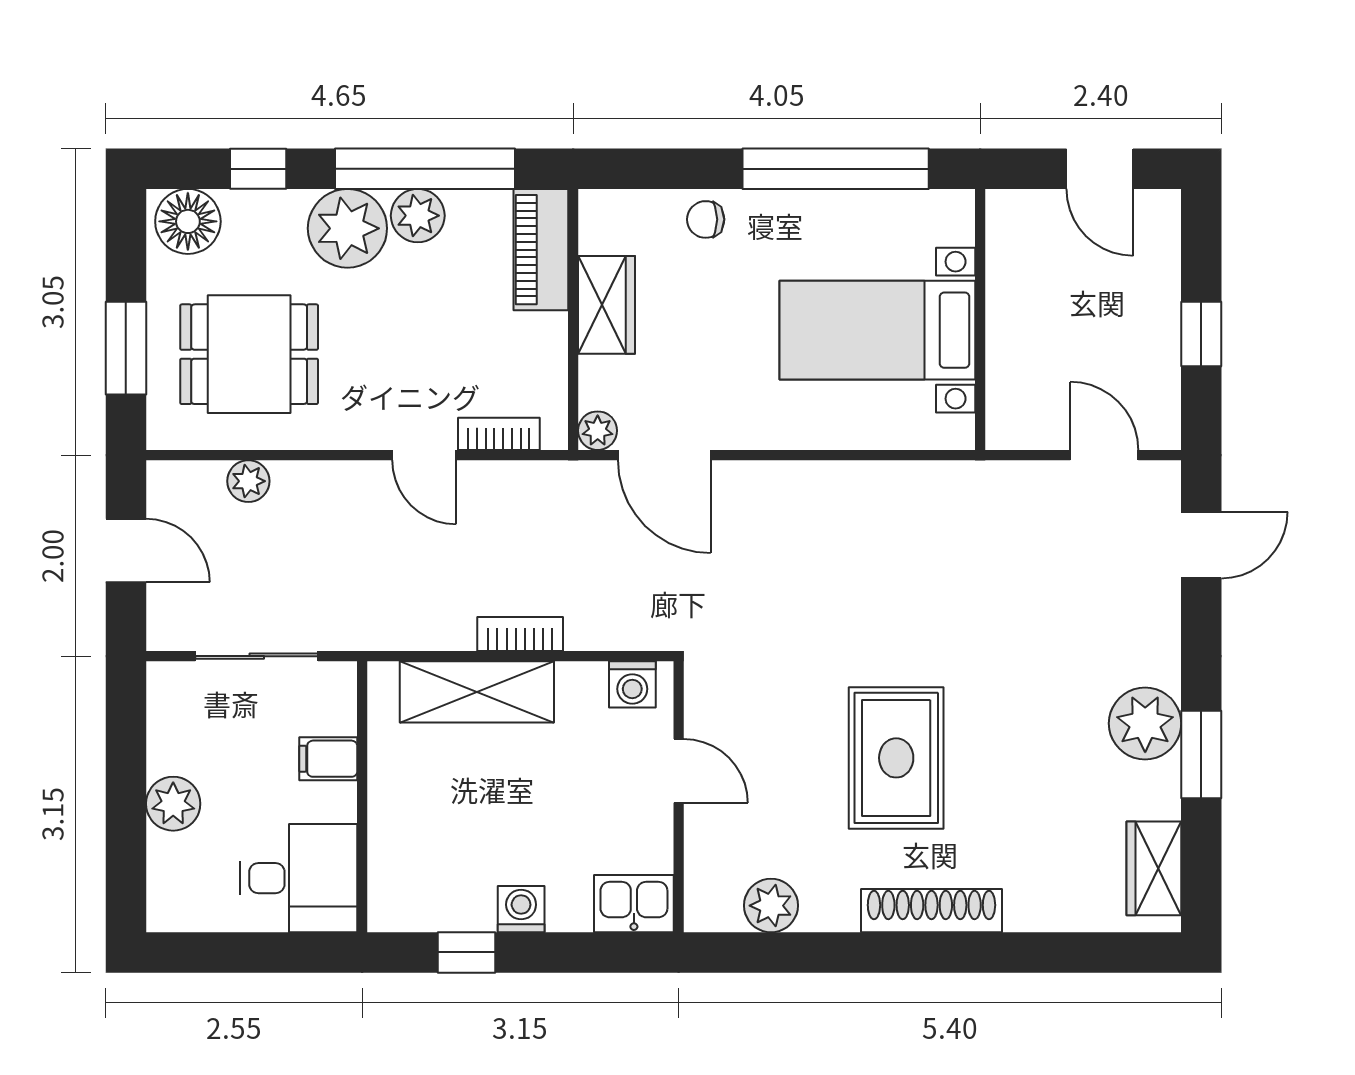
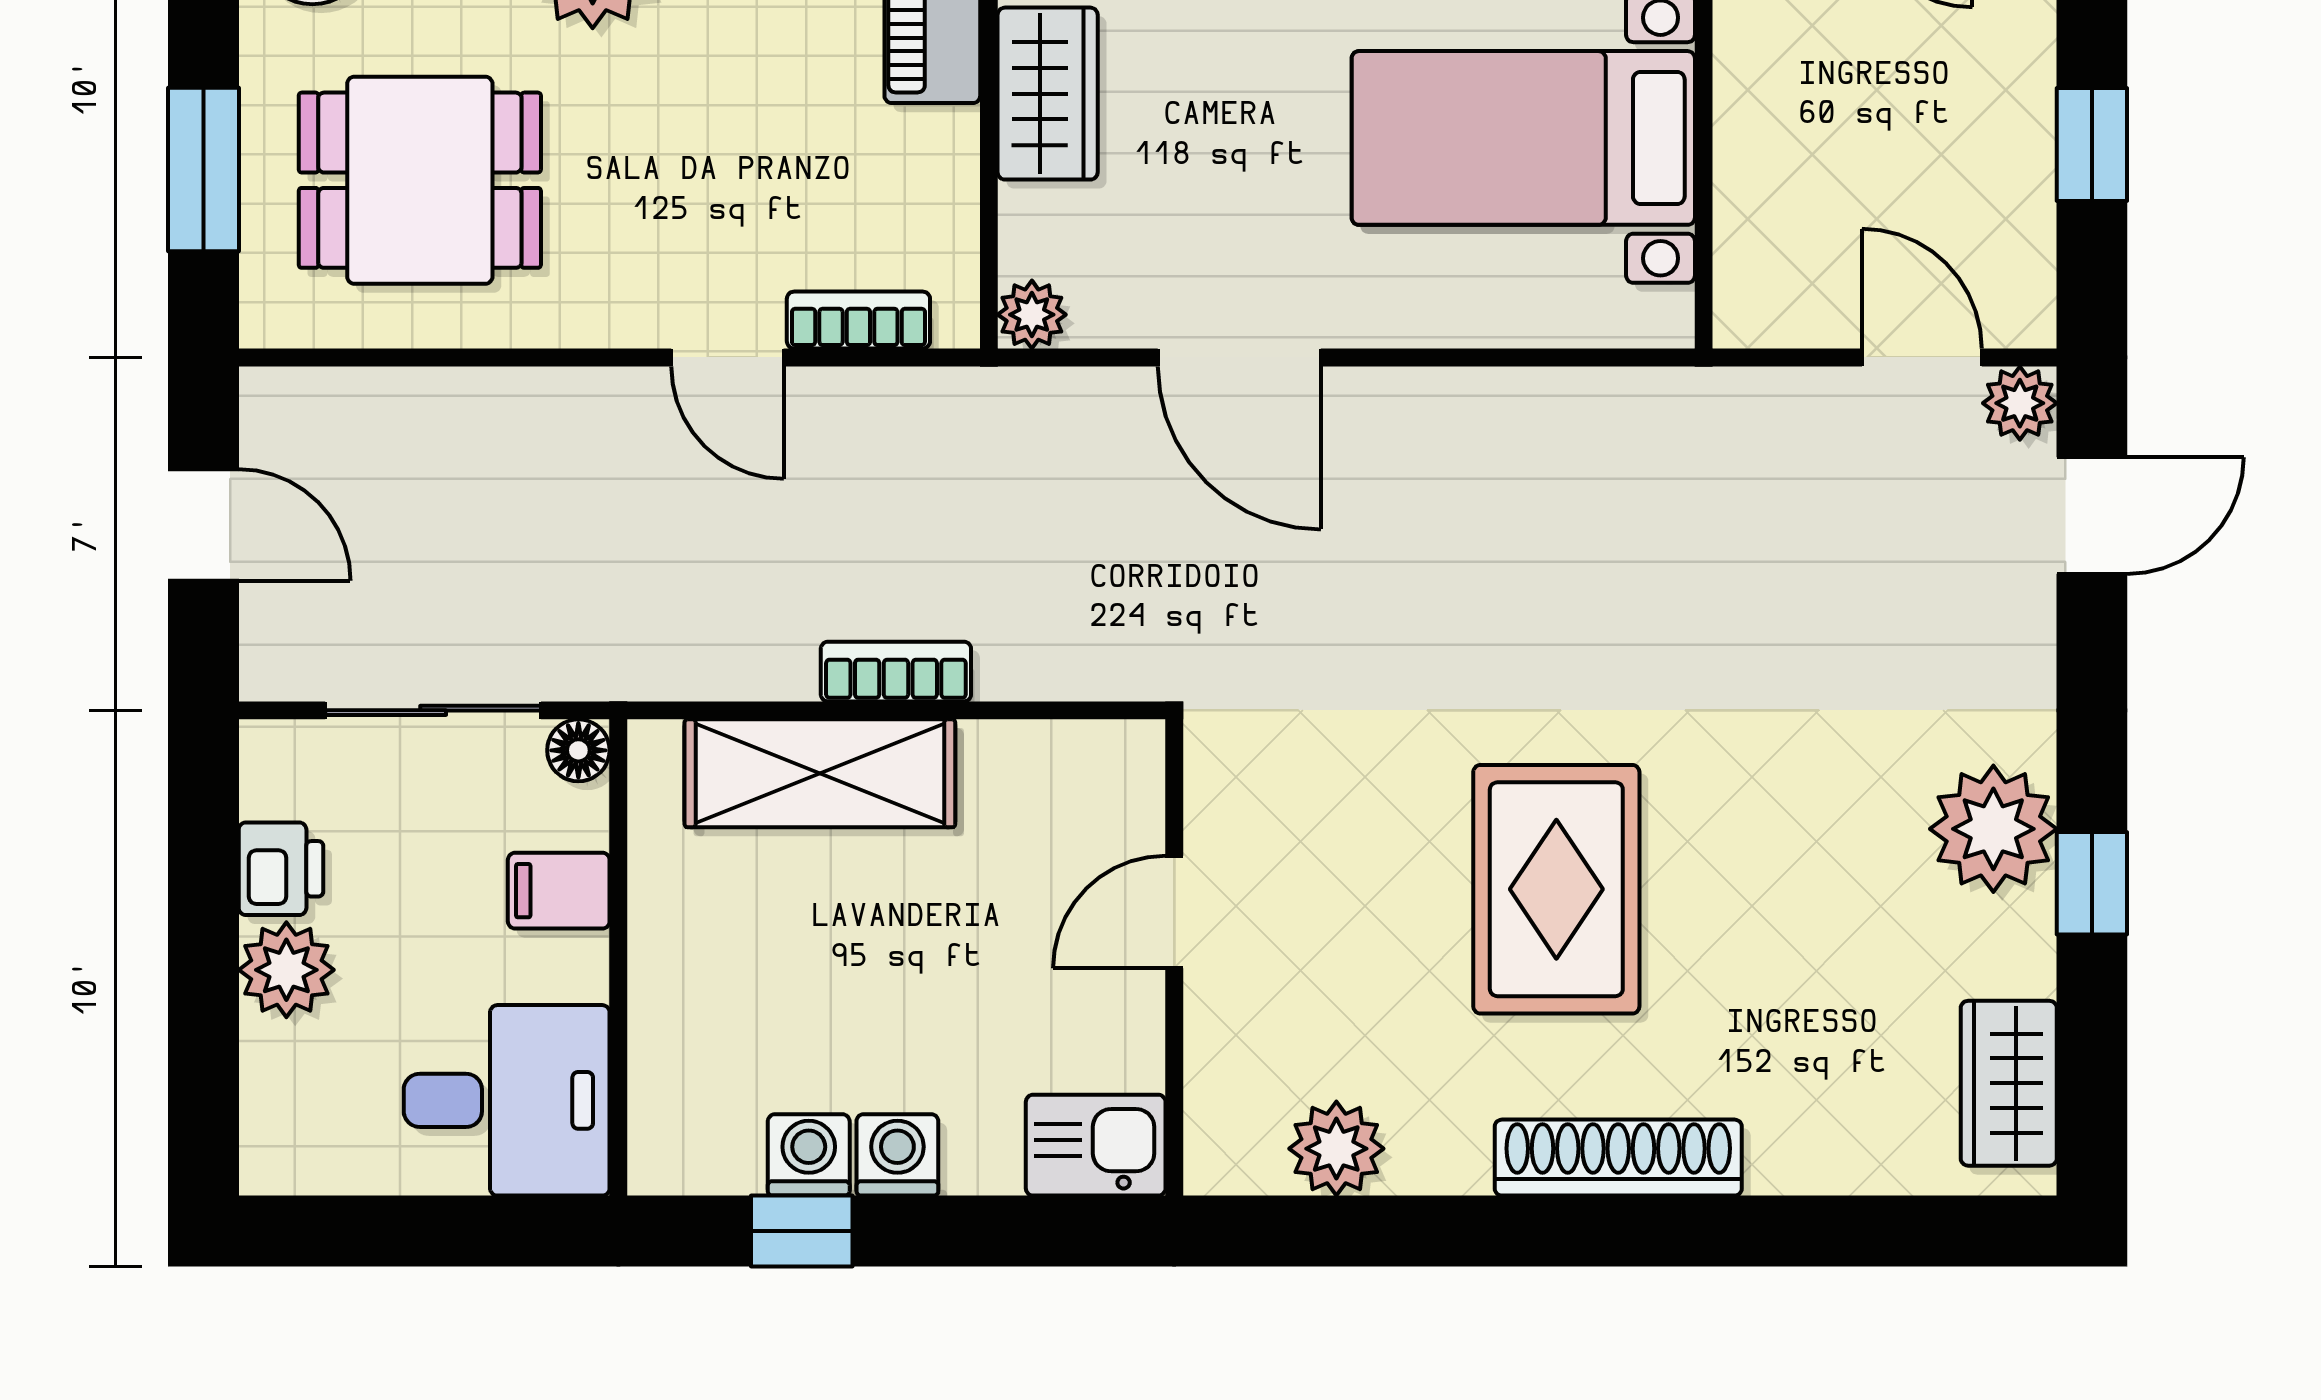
door: (664, 455) -> (1239, 357), moved
plant: (248, 481) -> (2020, 403), moved
floor lamp: (339, 679) -> (578, 750), added
washing machine: (632, 684) -> (809, 1155), moved, turned 180
printer: (170, 746) -> (281, 869), added
window: (1201, 754) -> (2092, 883), width x0.67
door: (679, 771) -> (1174, 912), swing flipped

